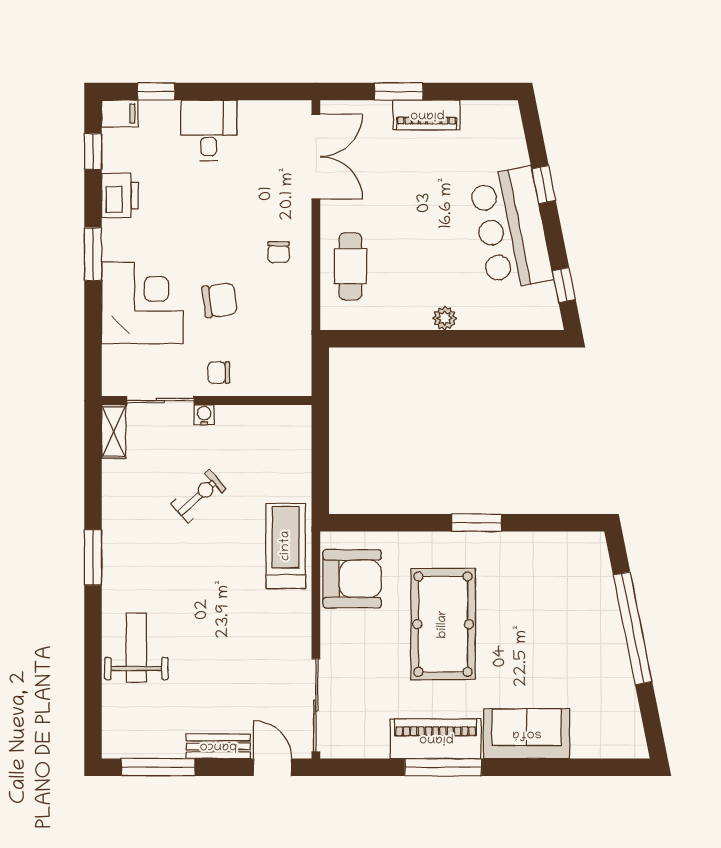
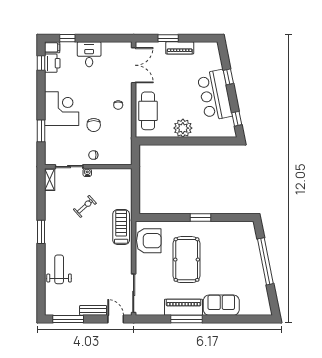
printer: (120, 195) -> (52, 63), moved
window: (93, 254) -> (41, 131), moved
cafe table: (350, 266) -> (148, 111), width x1.37, depth x1.35
chair: (220, 300) -> (94, 125), turned 97
corner desk: (142, 303) -> (62, 109), moved
plant: (445, 318) -> (183, 128), width x1.87, depth x1.87

